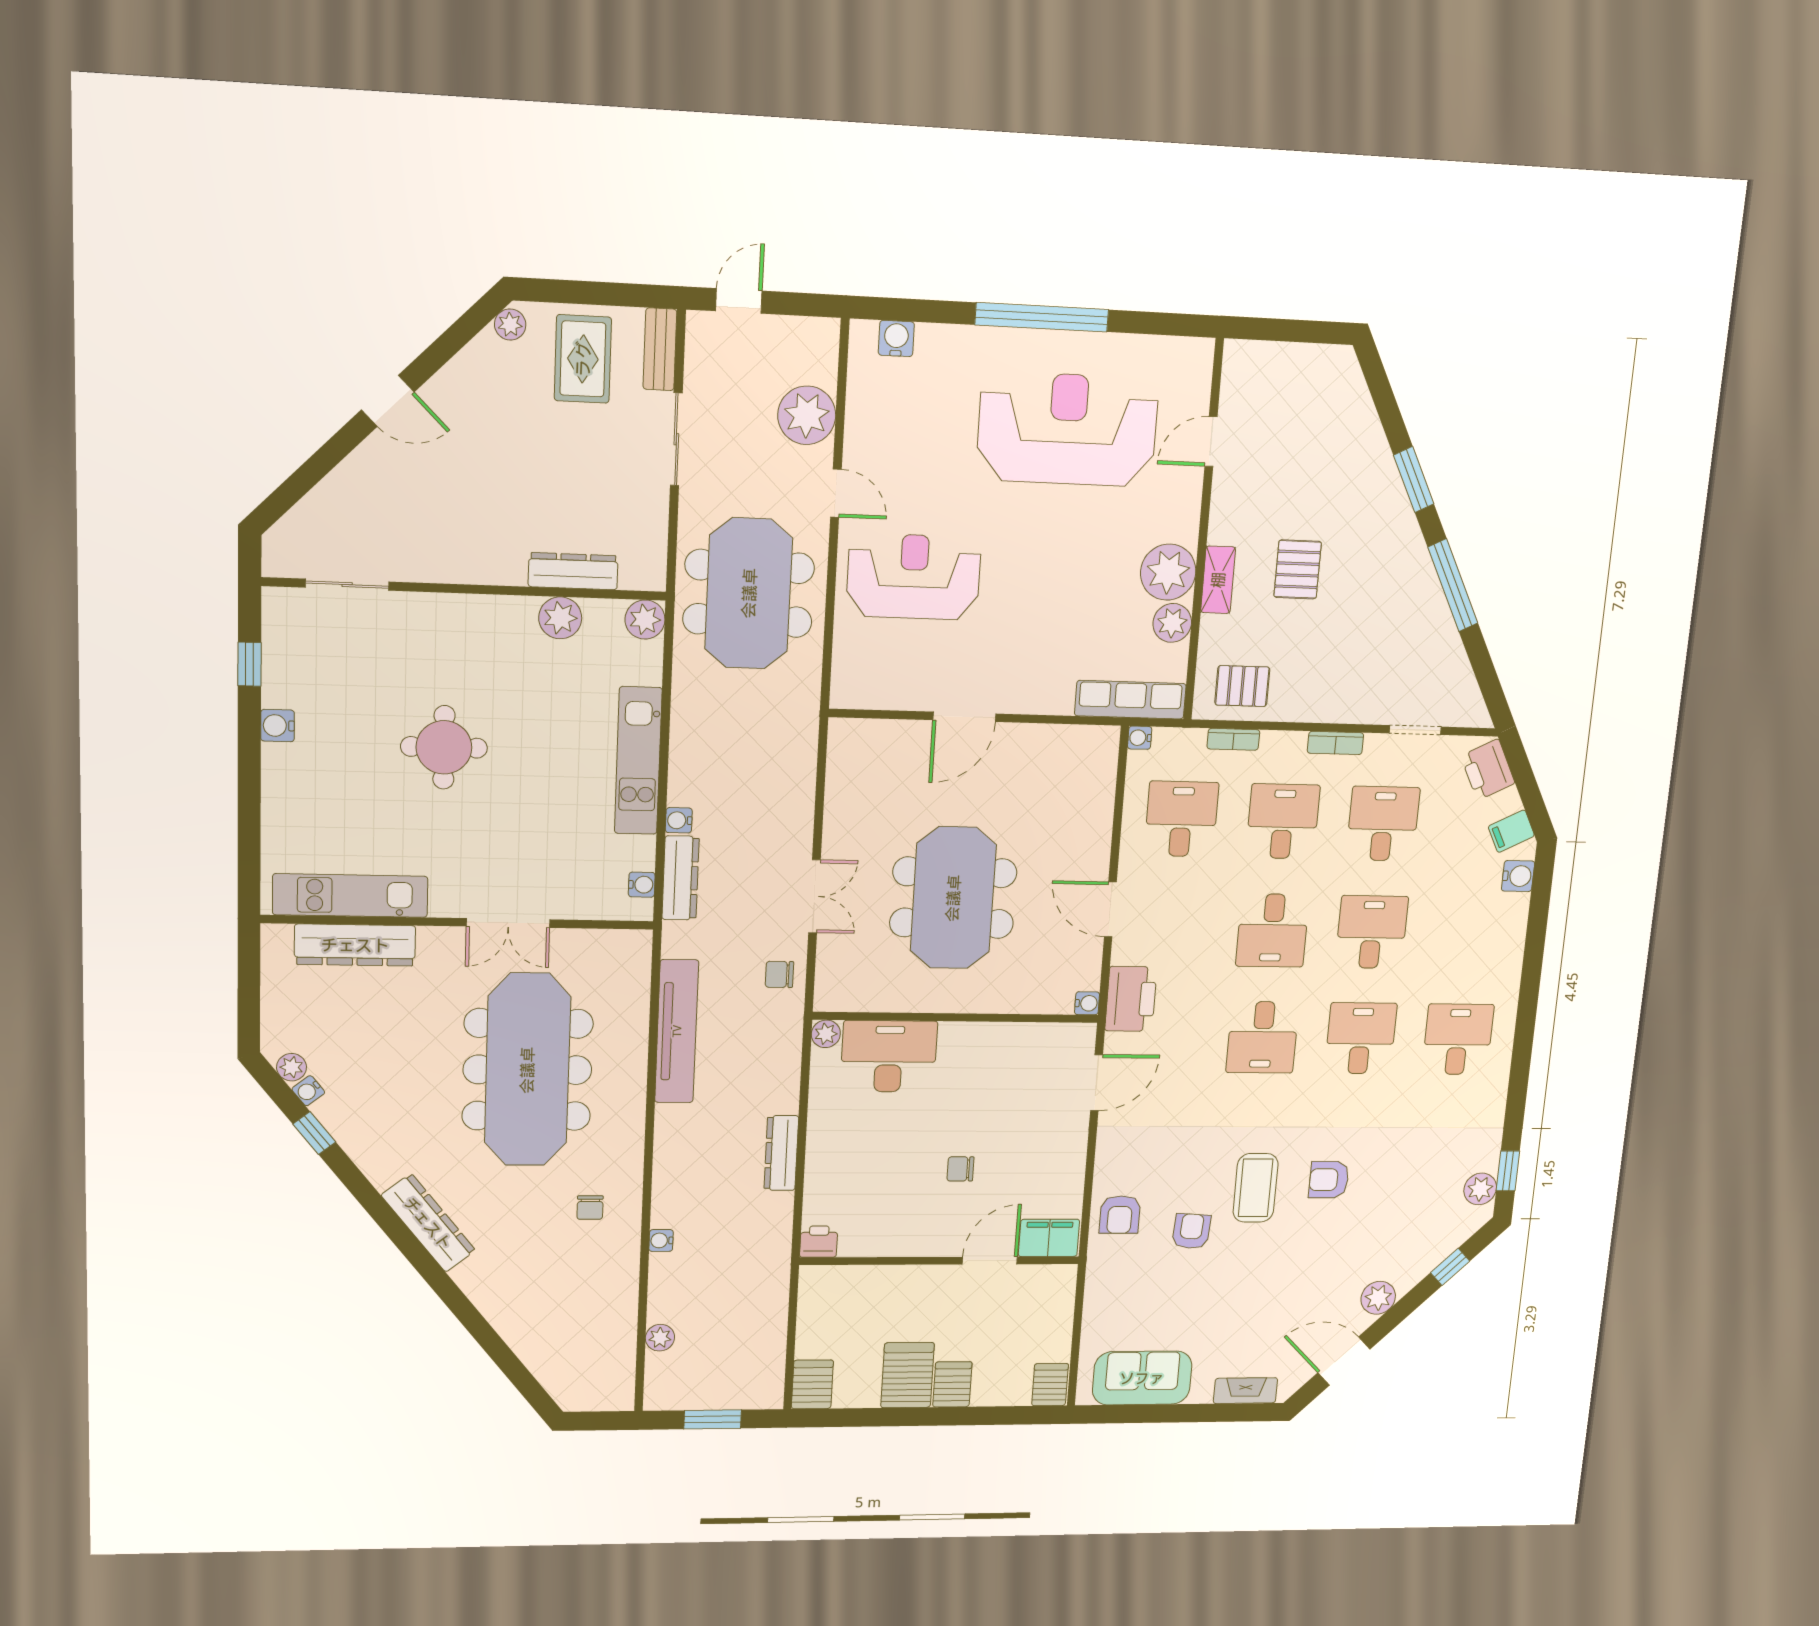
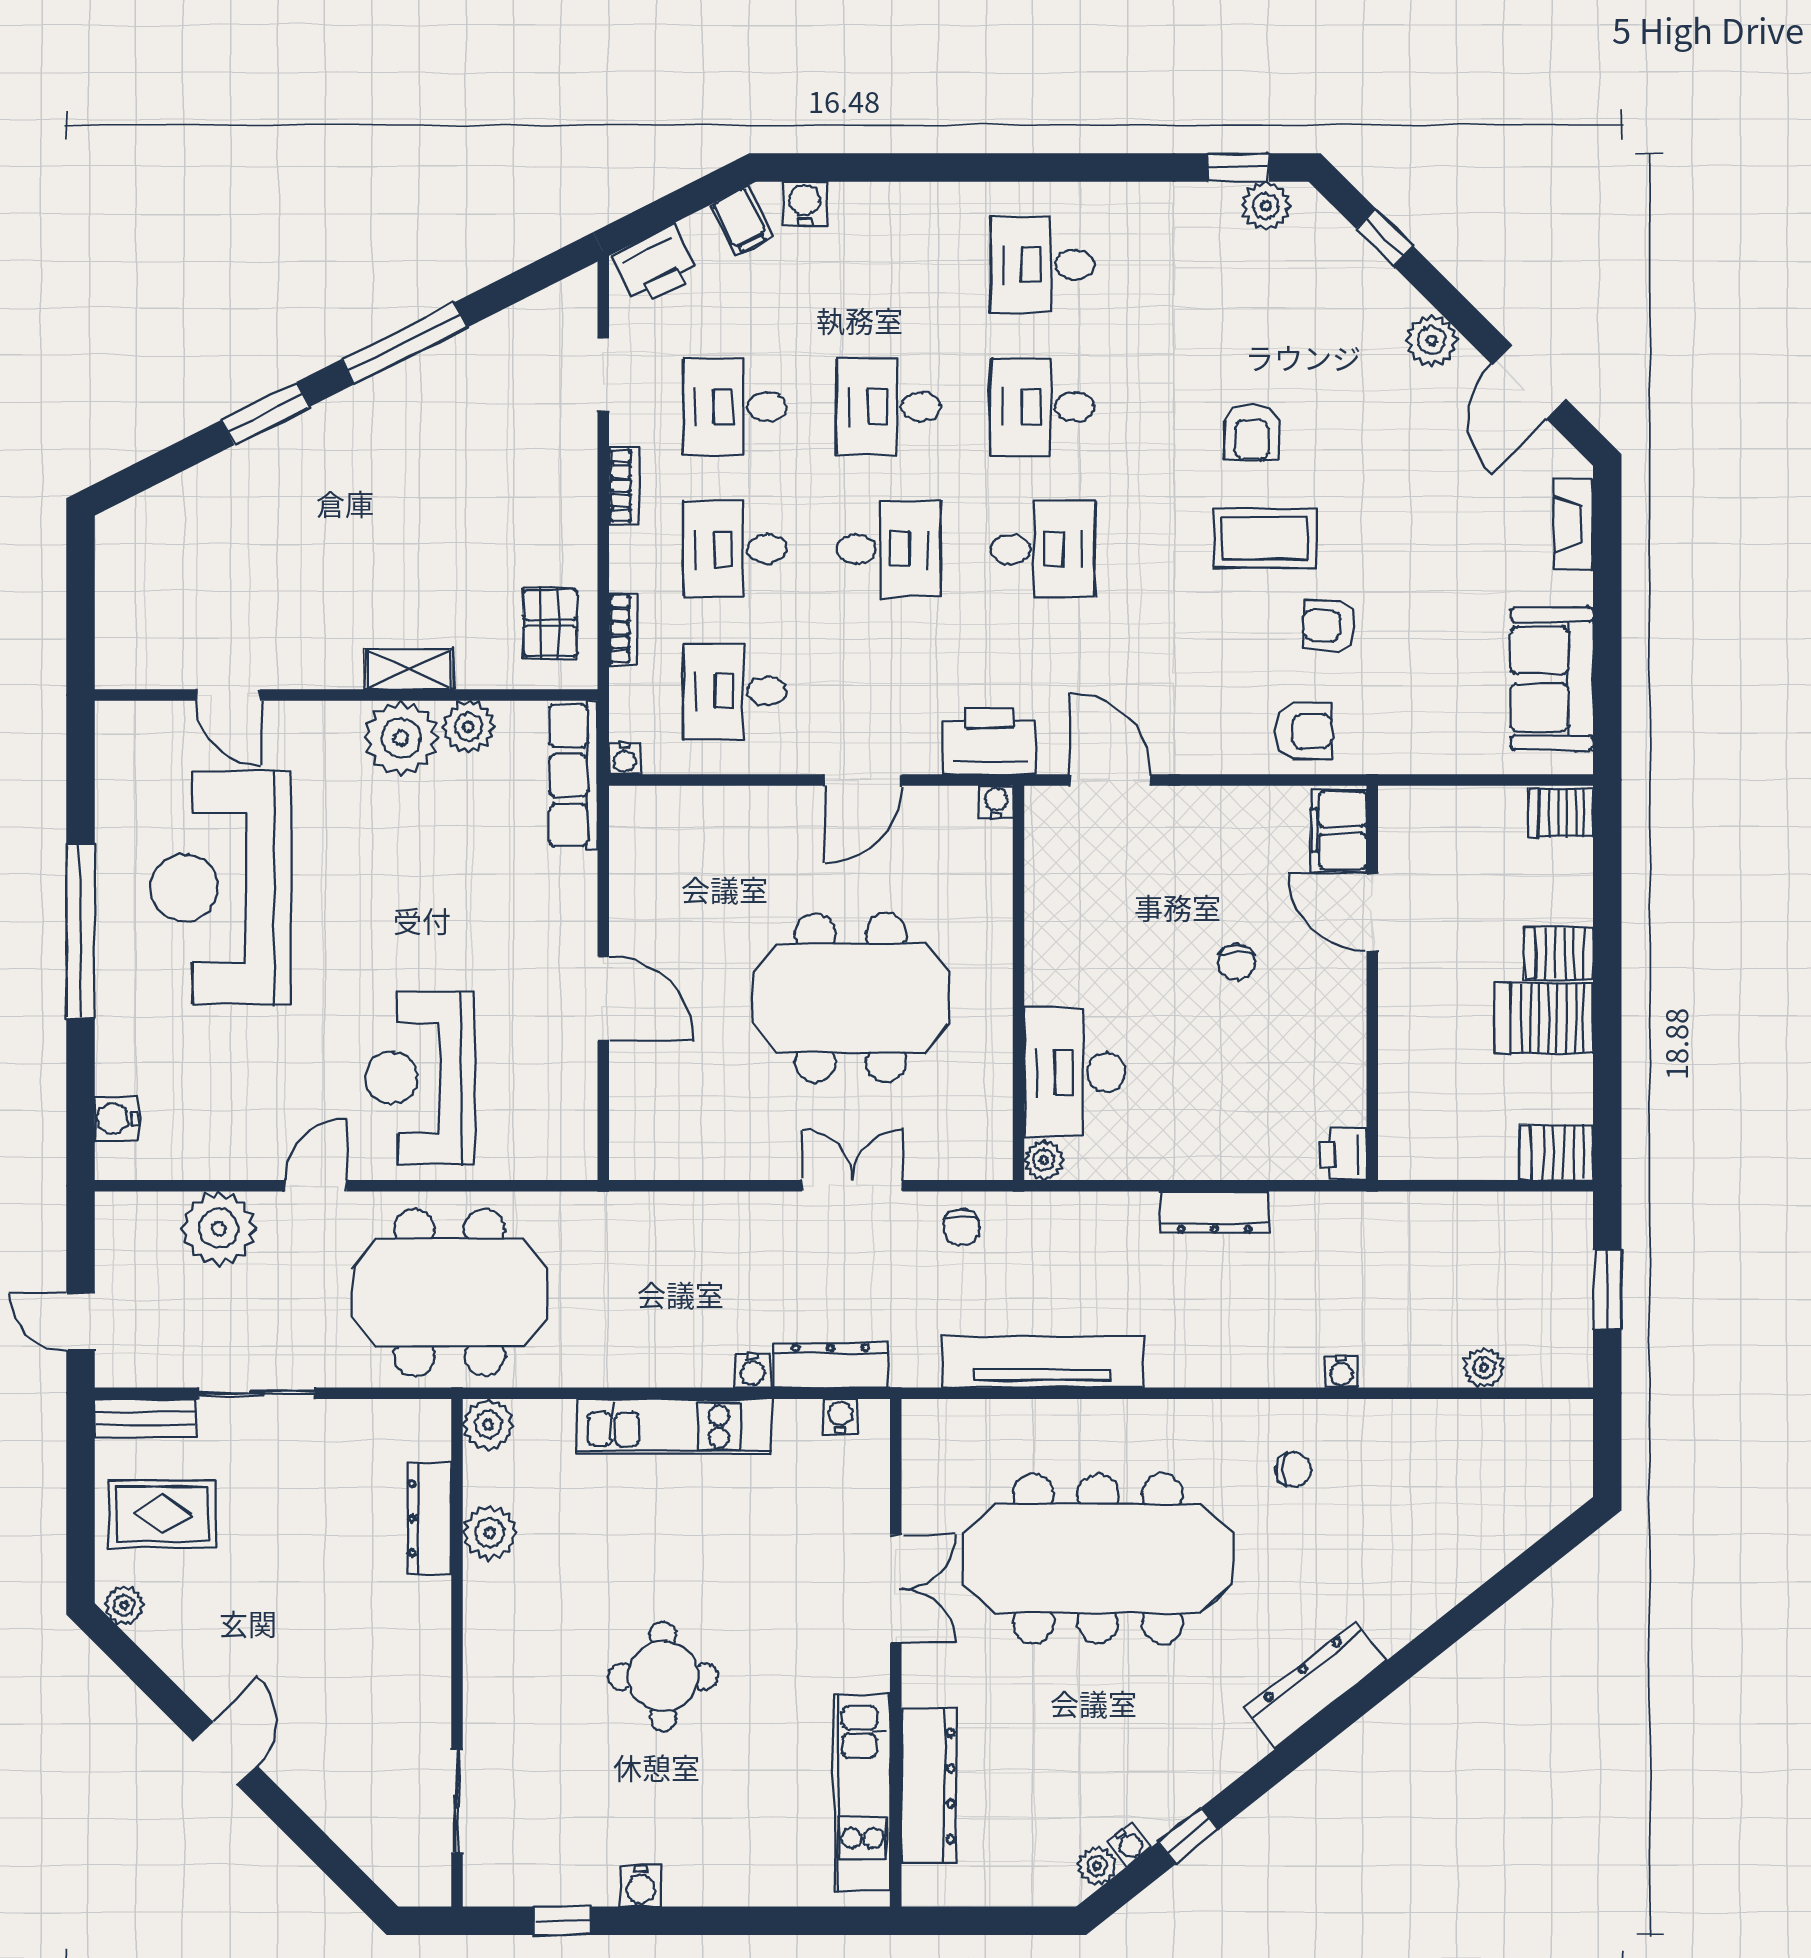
pallet: (1298, 569) -> (391, 561), removed

